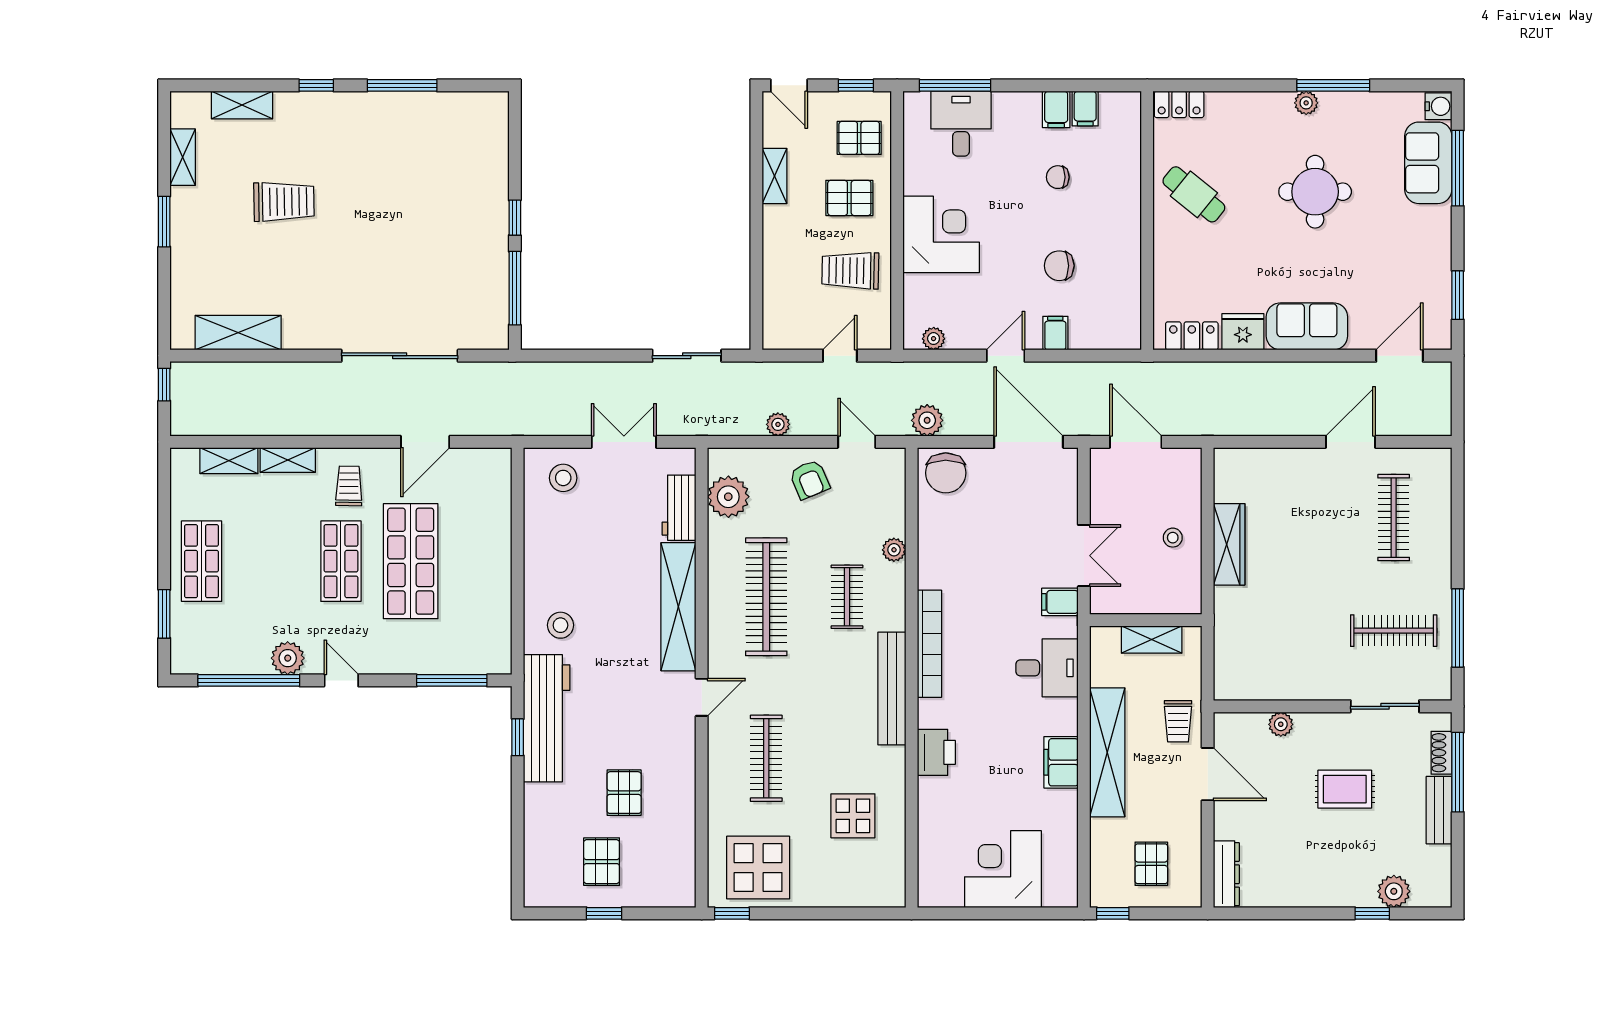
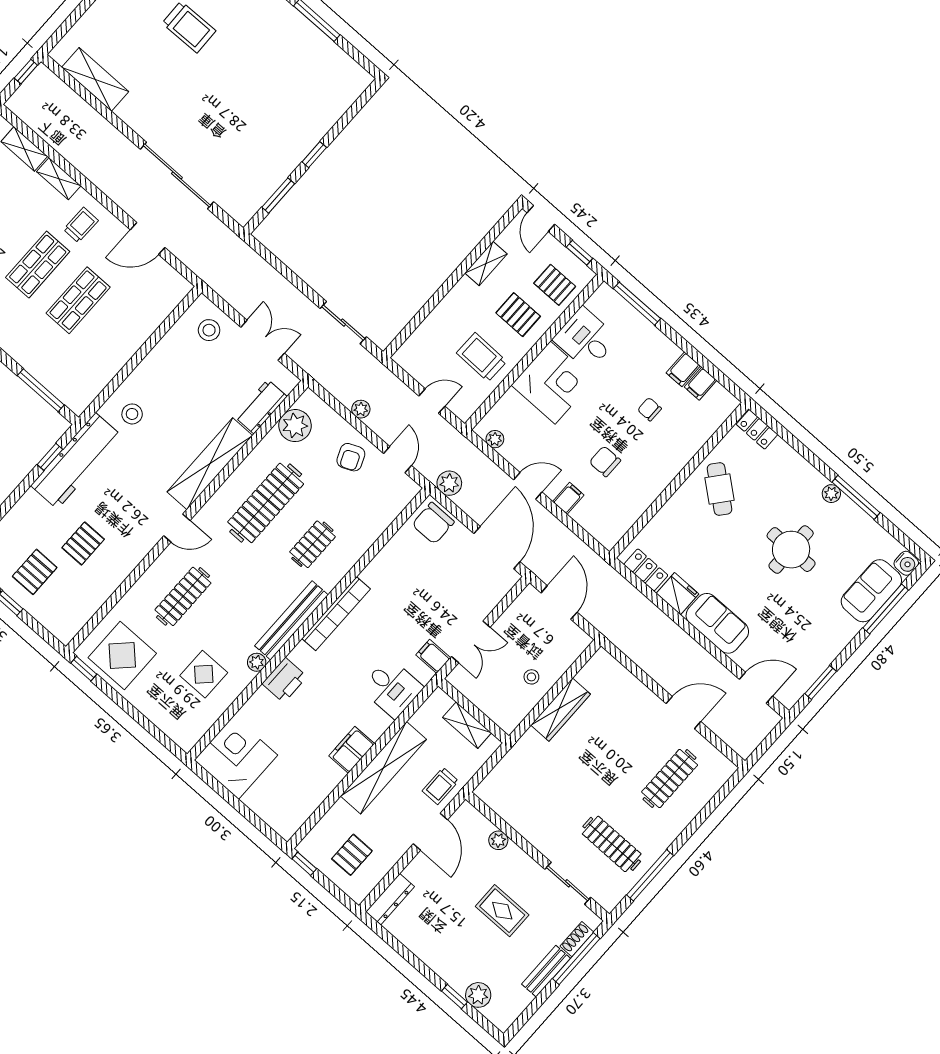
desk: (961, 124) -> (586, 339), moved, turned -90
window: (515, 288) -> (278, 195), width x0.69
plant: (894, 550) -> (257, 662), moved
shop shelf: (411, 561) -> (78, 300), width x0.70, depth x0.74
corner desk: (1003, 869) -> (236, 758), moved

